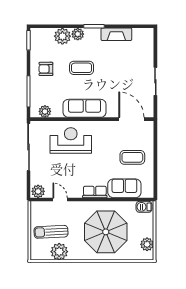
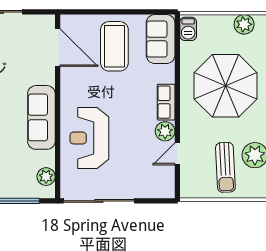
door: (131, 119) -> (58, 48), swing flipped
coffee table: (132, 157) -> (114, 46), width x1.36, depth x1.32
sofa: (124, 188) -> (161, 39), moved
plant: (38, 191) -> (165, 131), moved

